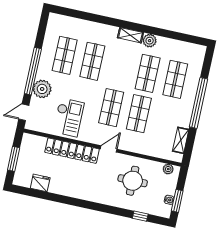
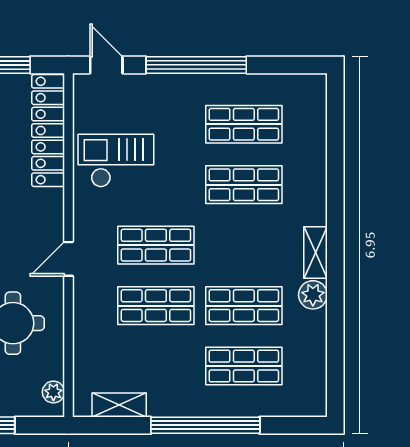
plant: (42, 89) -> (163, 93), removed
checkout: (69, 117) -> (116, 161), turned 180
door: (109, 149) -> (68, 259), swing flipped
locker: (72, 151) -> (48, 130), moved

